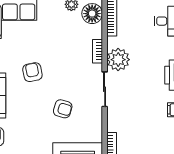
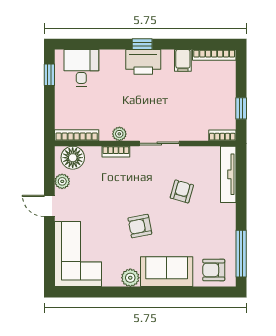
plant: (118, 60) -> (119, 134), width x0.53, depth x0.53

